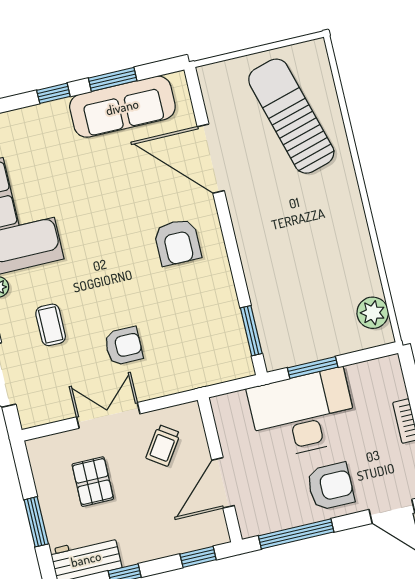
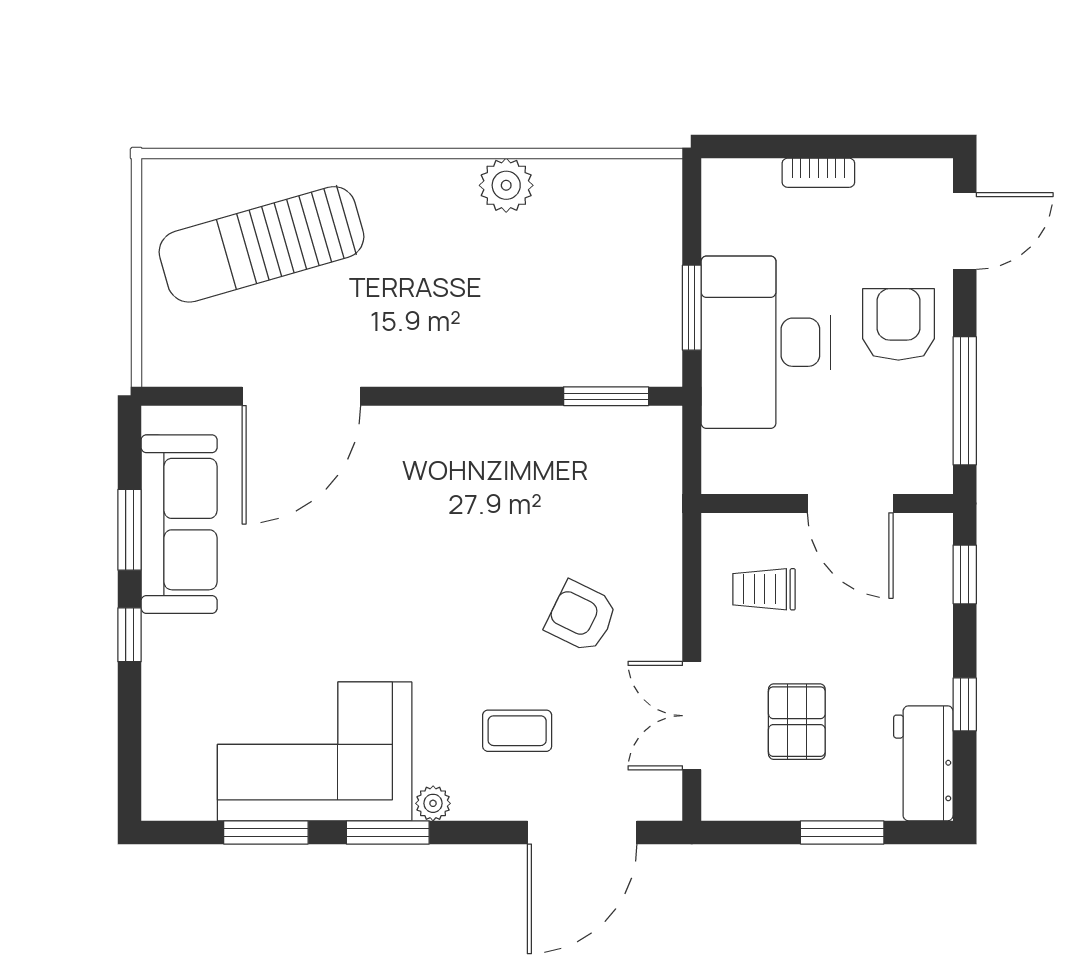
armchair: (177, 242) -> (428, 485), removed
plant: (373, 313) -> (506, 185), moved
armchair: (124, 346) -> (581, 617), turned -64
double door: (108, 415) -> (692, 716), moved
trolley: (163, 446) -> (764, 589), turned 146
pallet: (93, 482) -> (797, 722), turned 90

